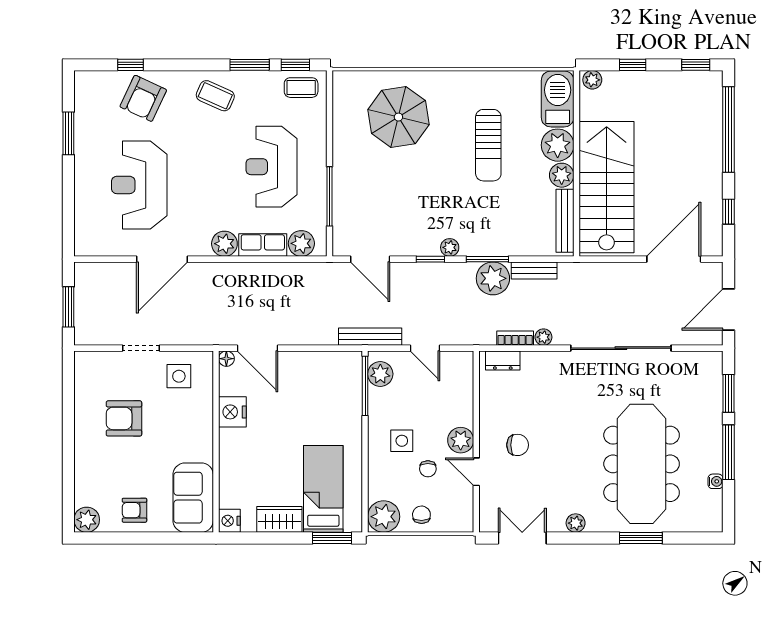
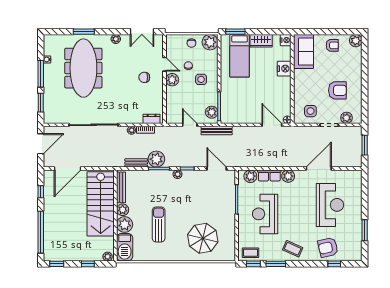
armchair: (143, 98) -> (328, 247), turned -128
reception desk: (271, 167) -> (265, 214), turned 180
plant: (106, 362) -> (346, 118), added
nightstand: (232, 412) -> (284, 69), moved

